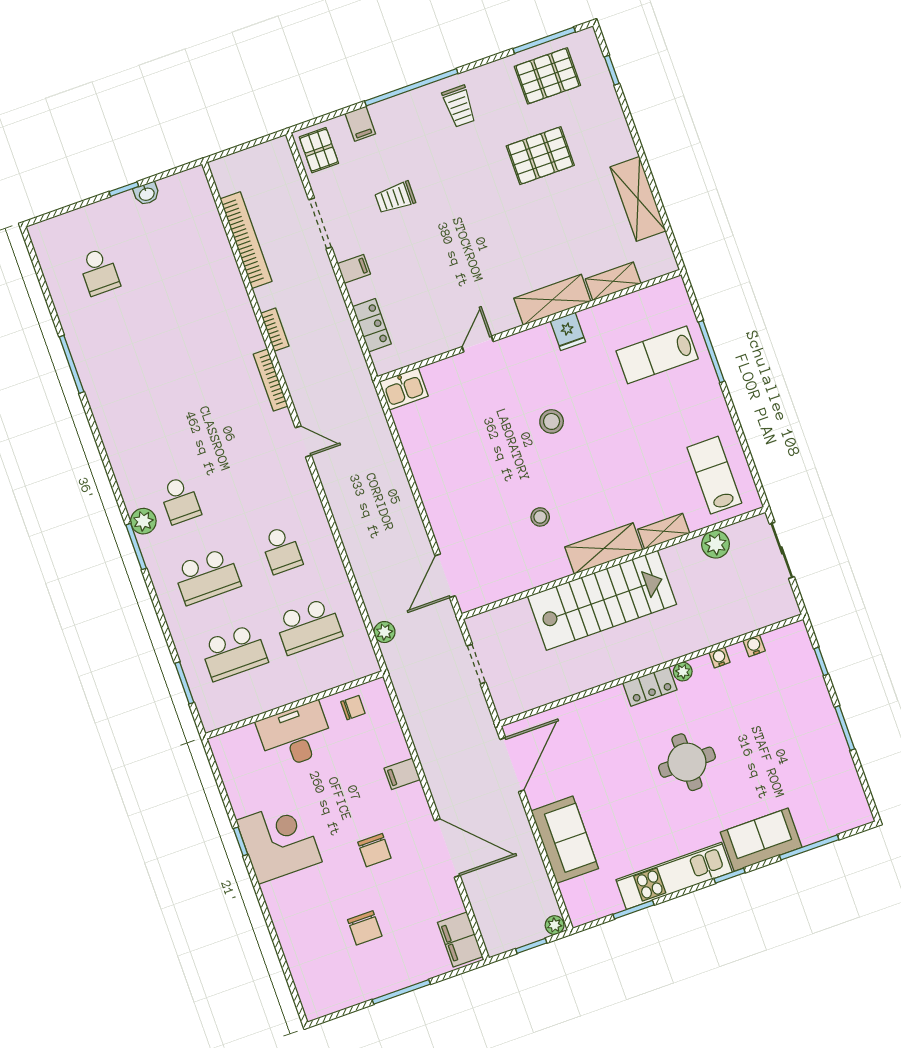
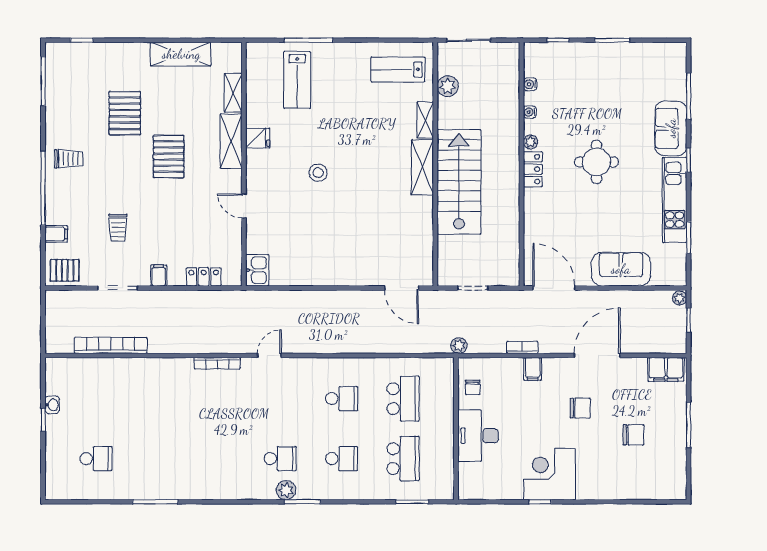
pallet: (547, 76) -> (169, 157), moved
bookcase: (275, 330) -> (522, 347), moved
stool: (540, 517) -> (384, 205), removed
school desk: (207, 576) -> (342, 459), width x0.54
plant: (384, 632) -> (459, 346), moved
chair: (353, 708) -> (473, 387), turned 180

